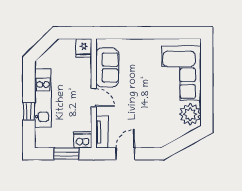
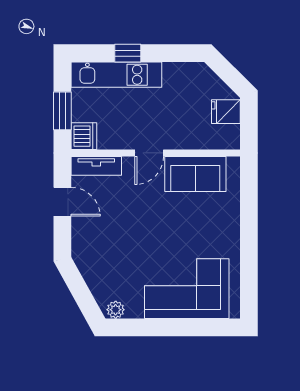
fridge: (84, 48) -> (226, 112), moved
kitchen unit: (43, 98) -> (116, 75), moved
plant: (190, 114) -> (116, 310), width x0.53, depth x0.53

